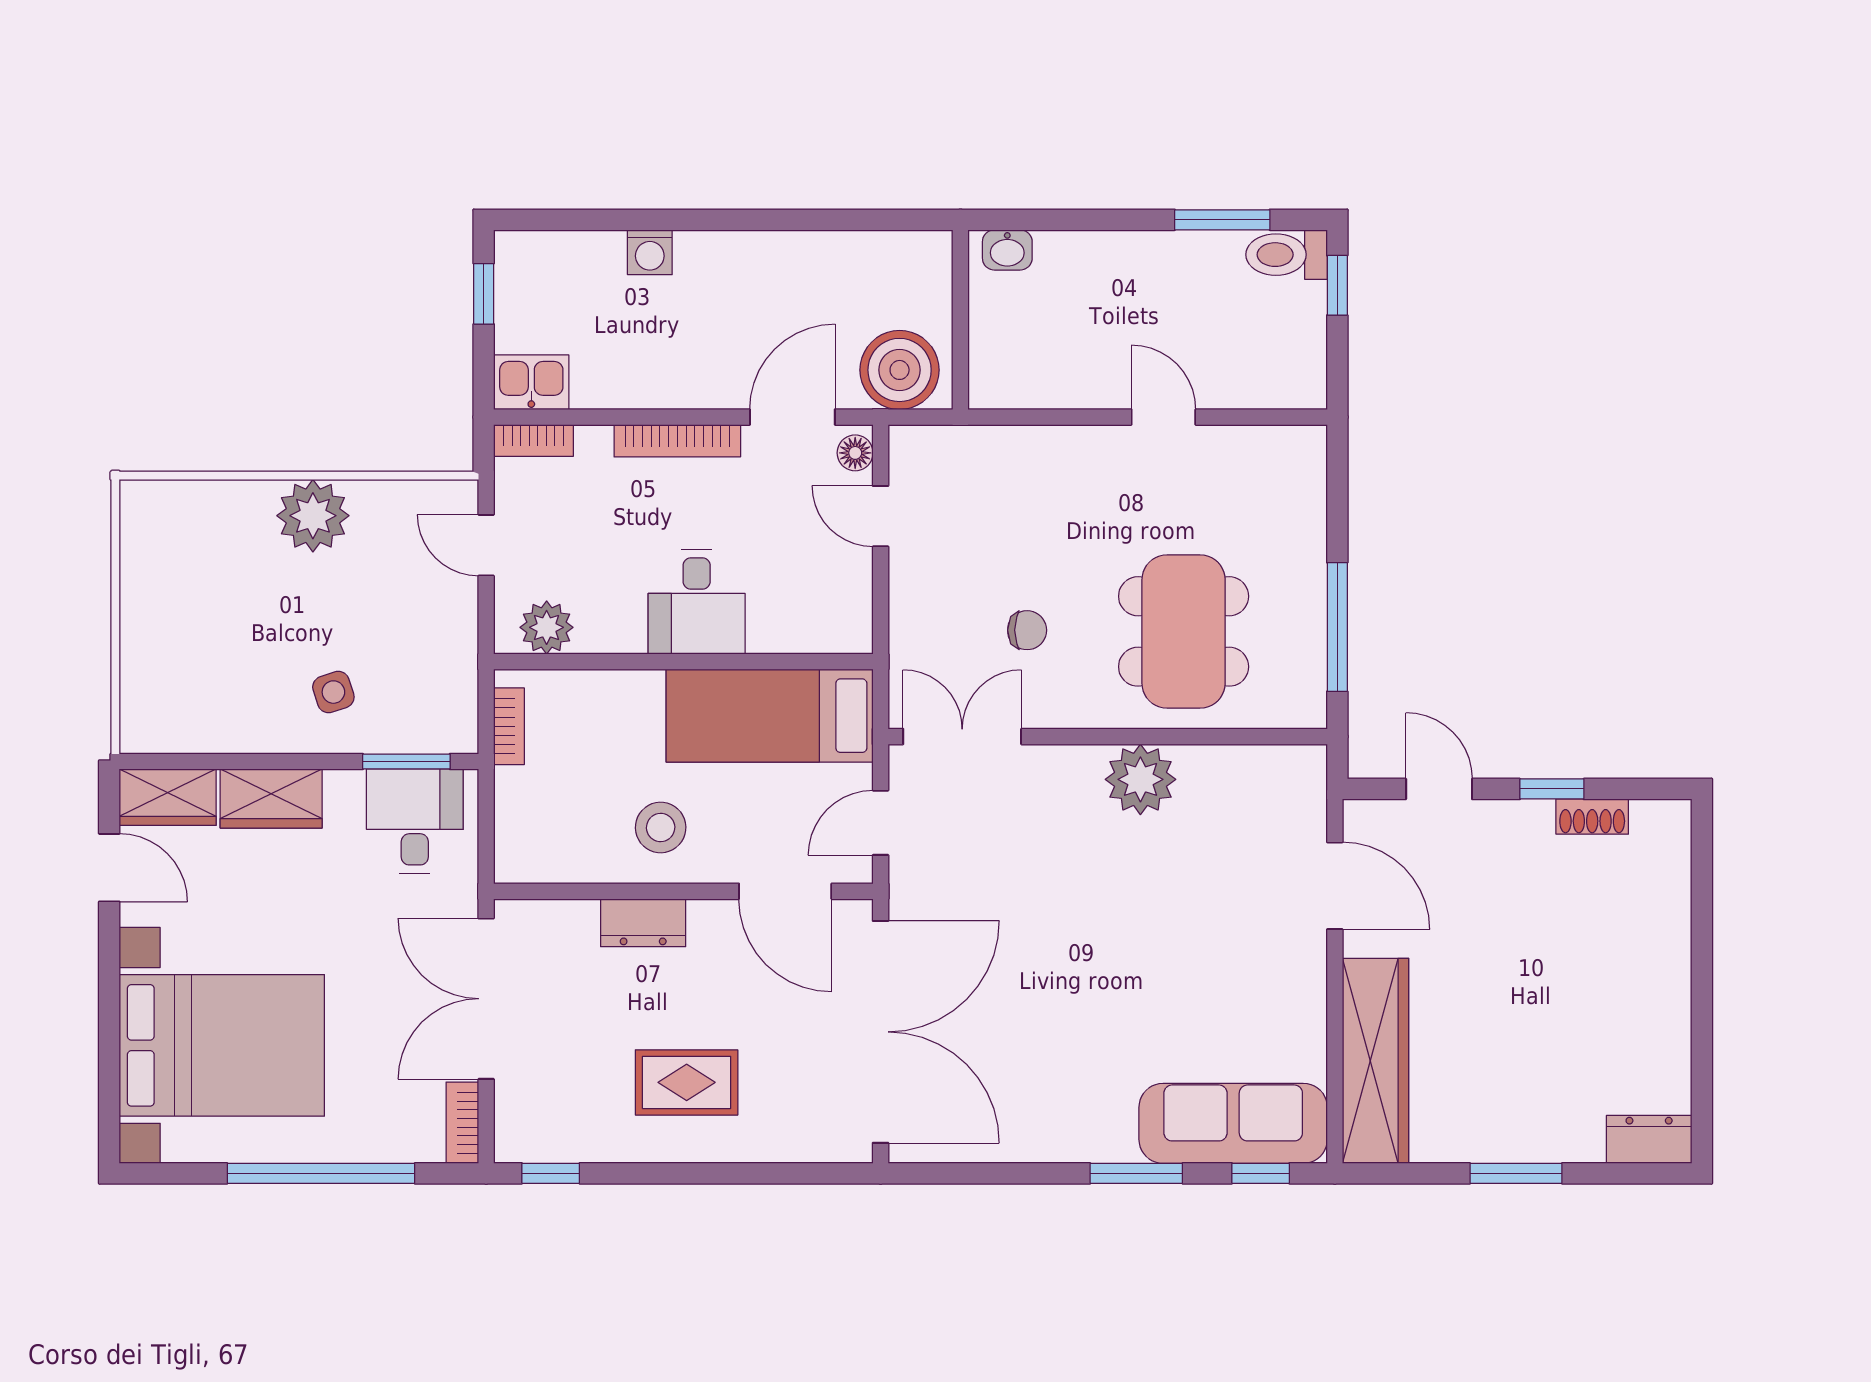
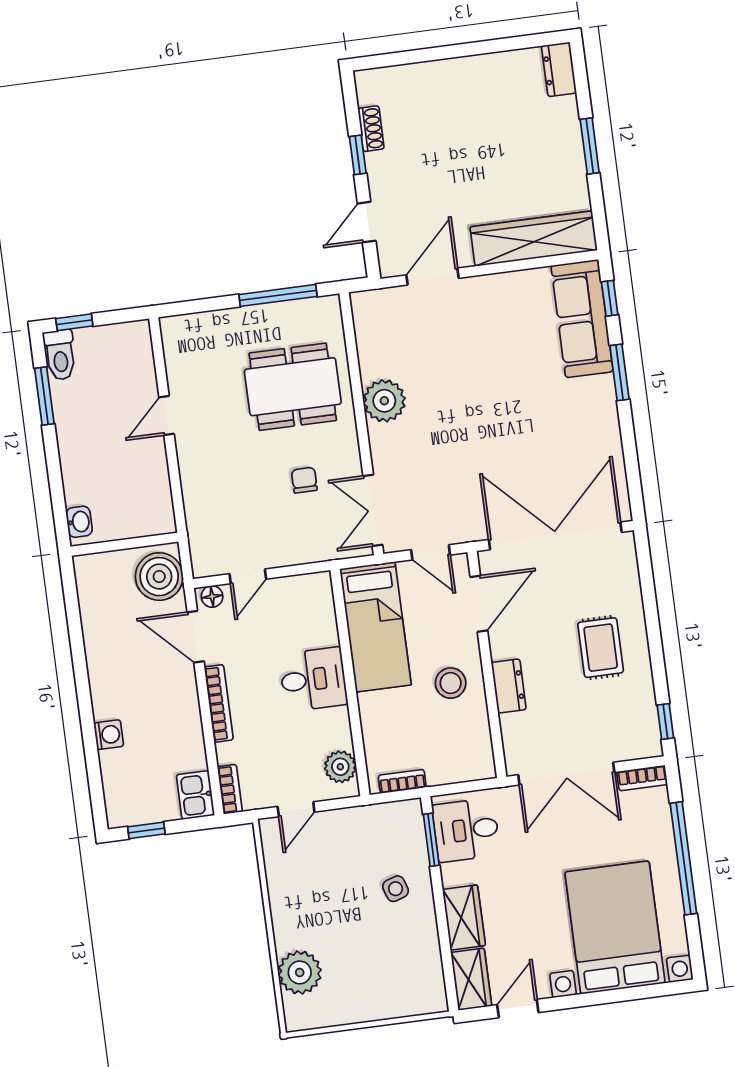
plant: (313, 516) -> (300, 972), moved

